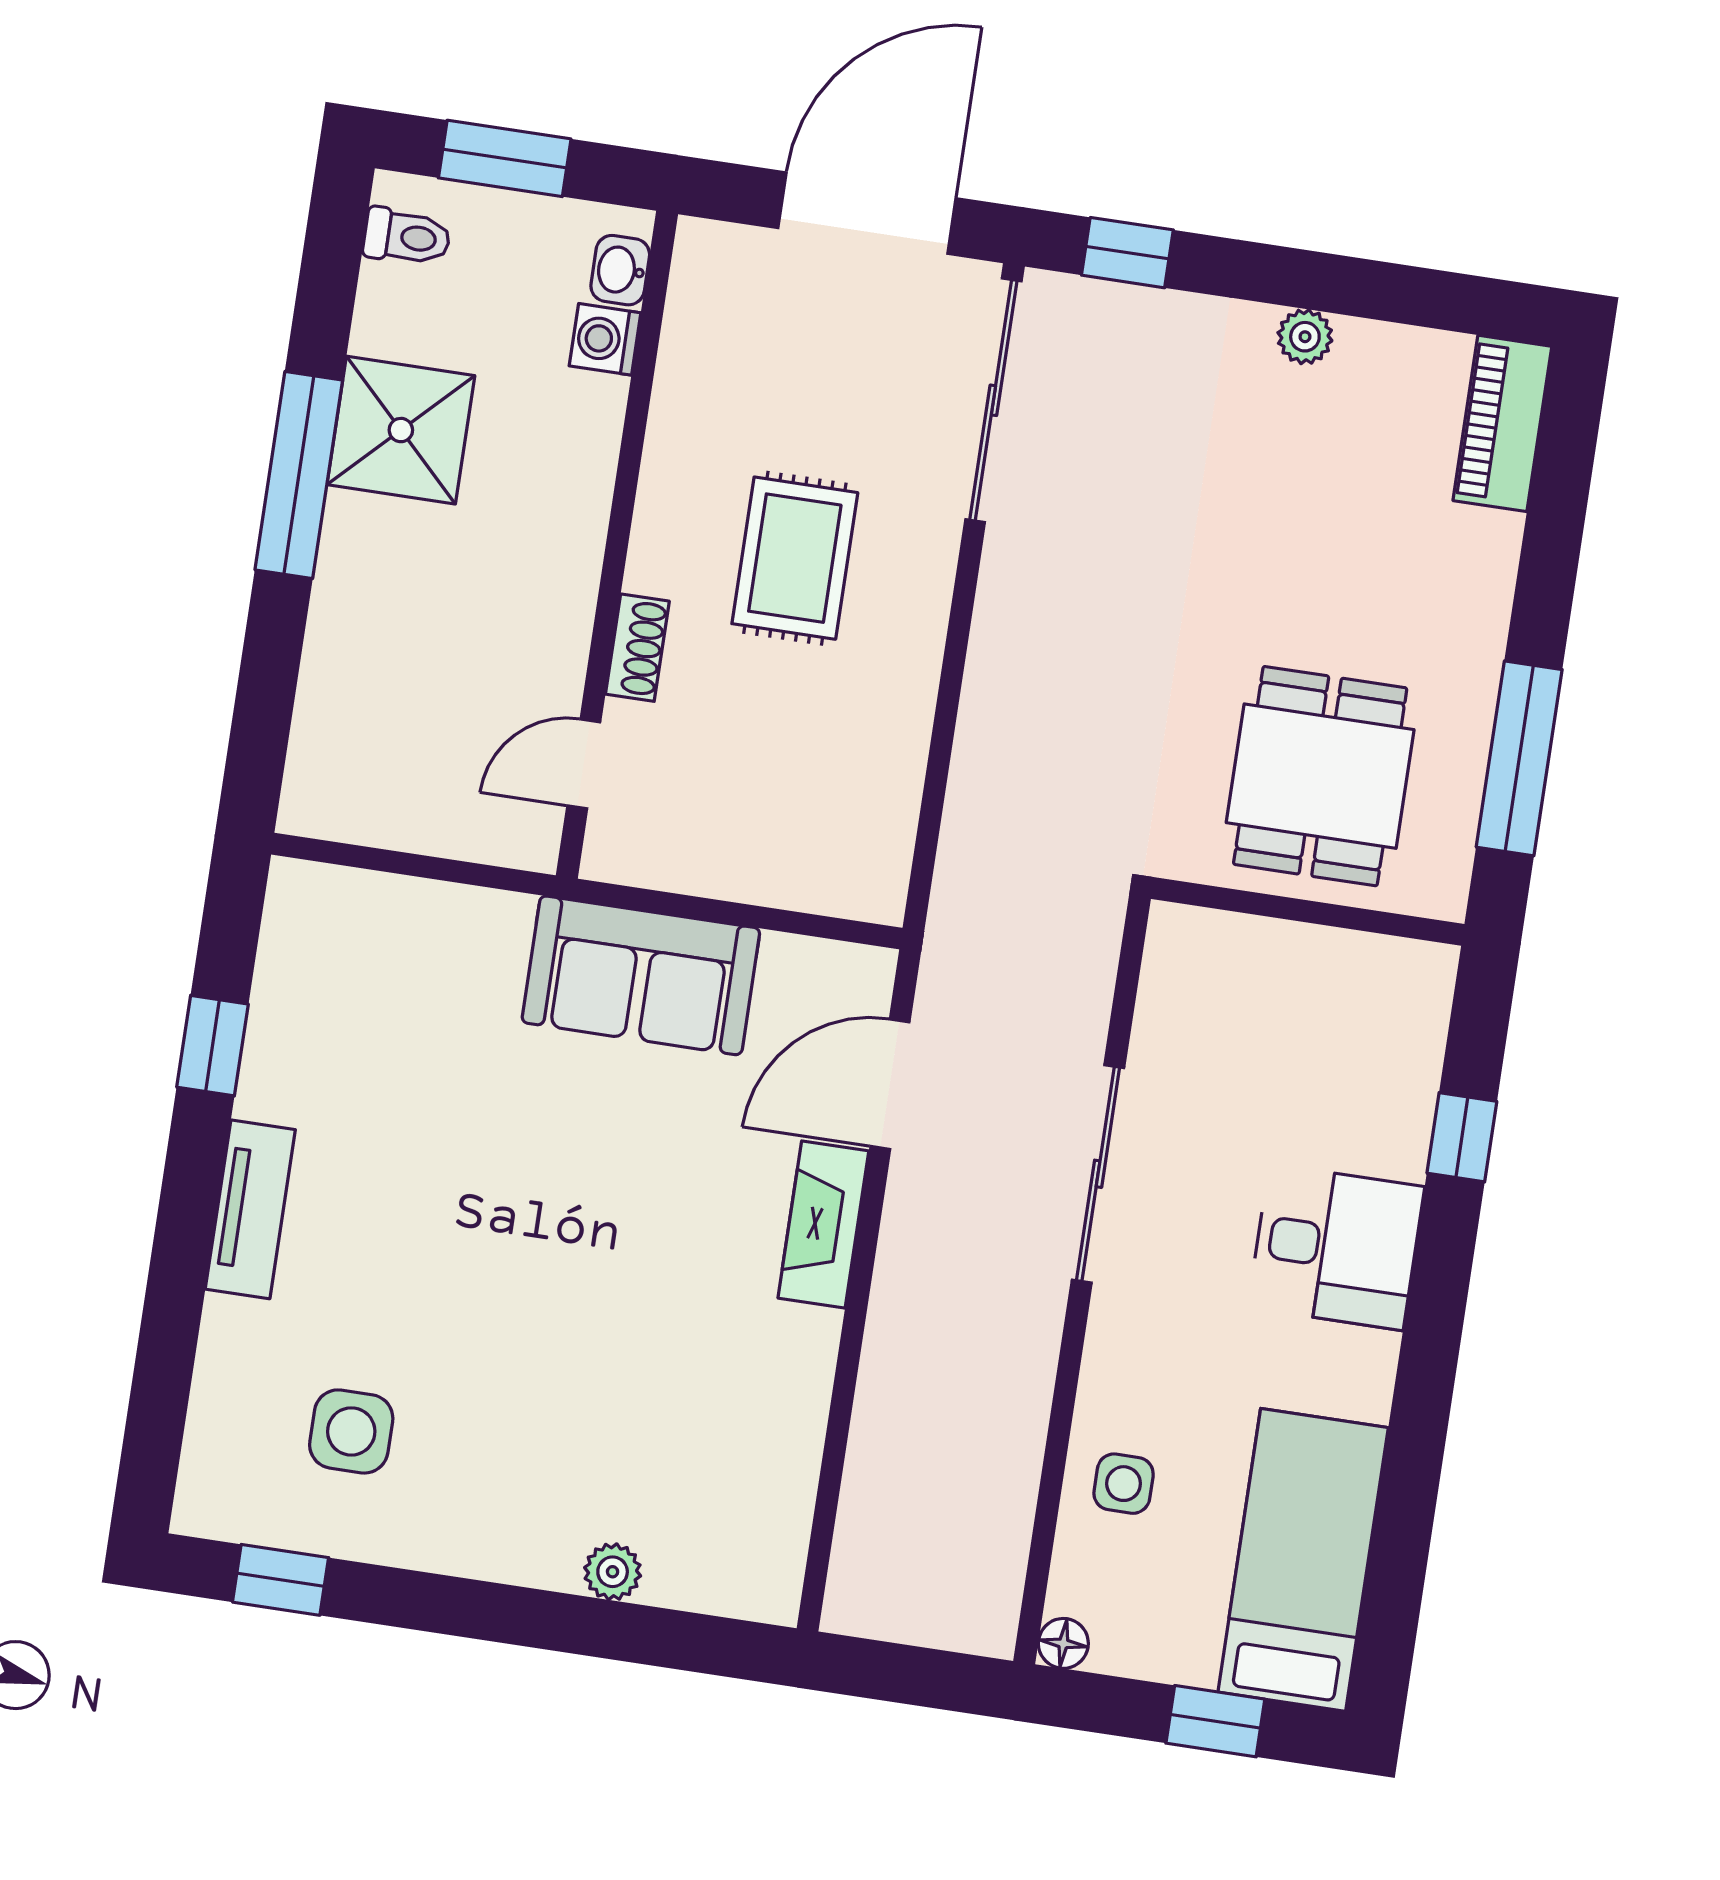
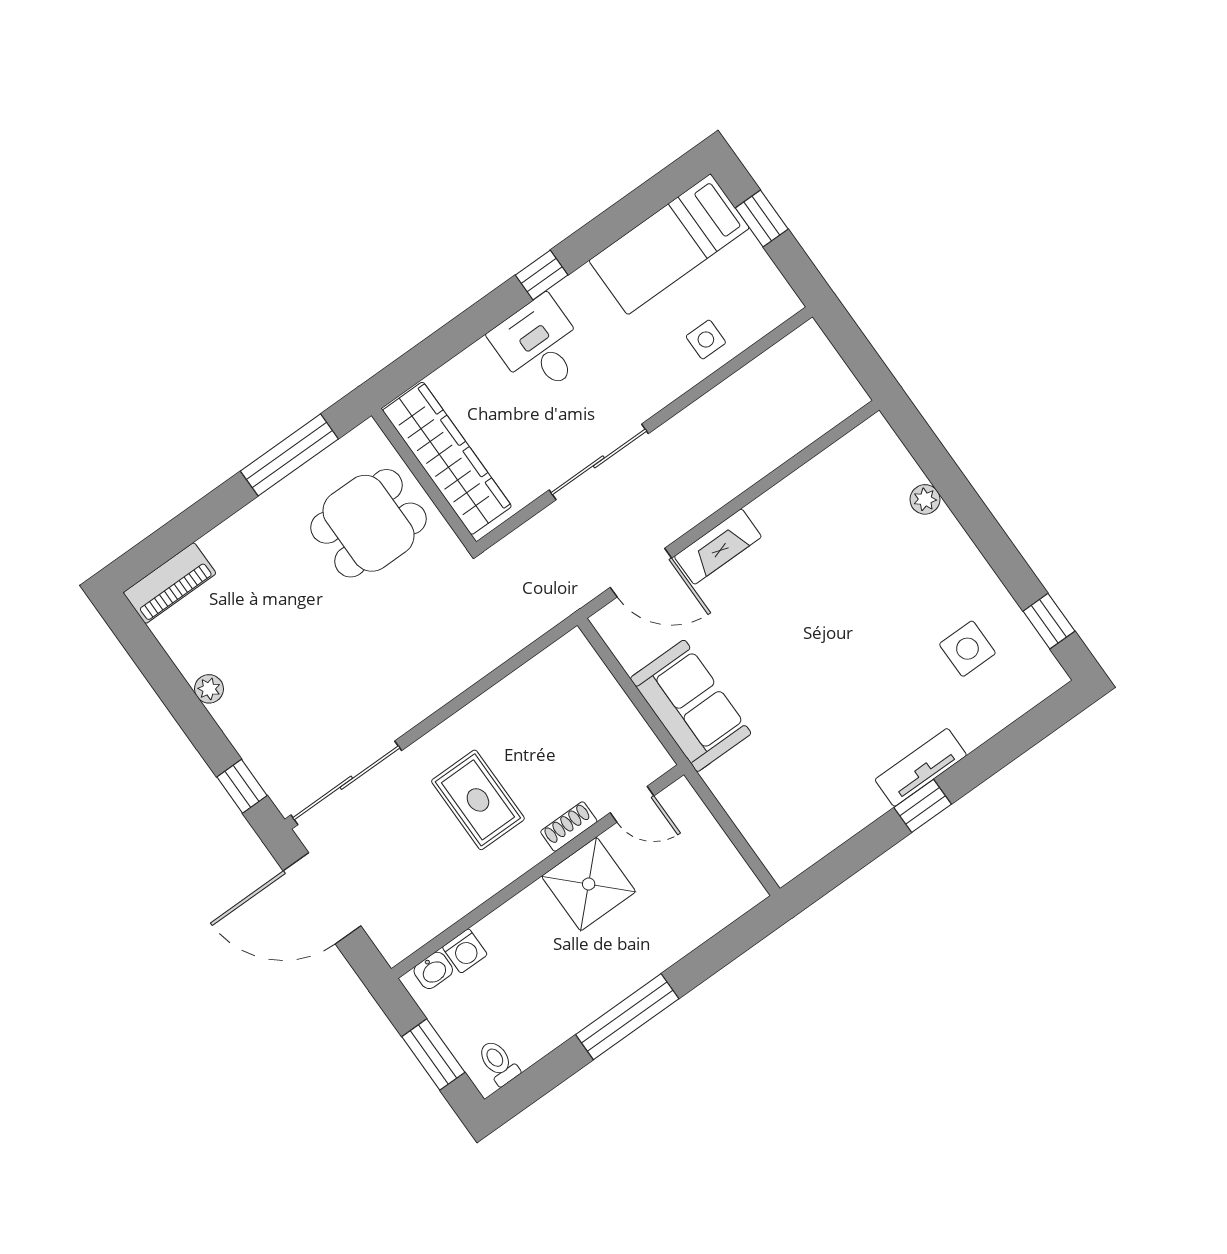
shower: (401, 430) -> (589, 884), moved
rug: (795, 558) -> (478, 800), turned 90
wardrobe: (1305, 970) -> (447, 458), added
window: (212, 1046) -> (923, 806), moved
window: (1462, 1137) -> (542, 275), moved
floor lamp: (1063, 1643) -> (788, 304), removed

